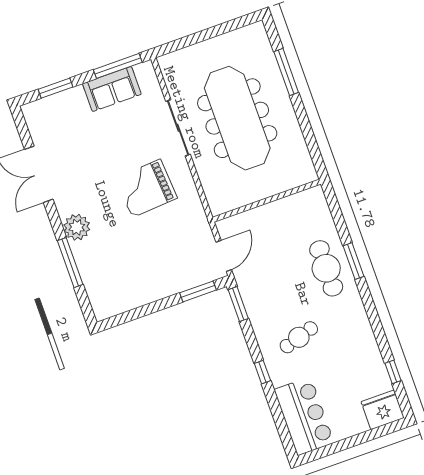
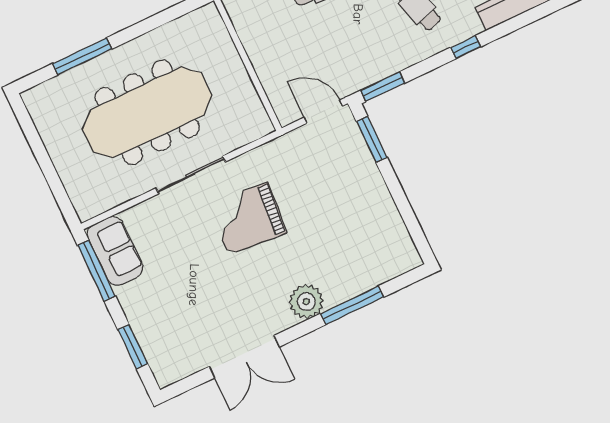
sofa: (112, 89) -> (115, 251), moved
sliding door: (178, 128) -> (190, 175), moved
grand piano: (146, 188) -> (248, 218), turned 99

